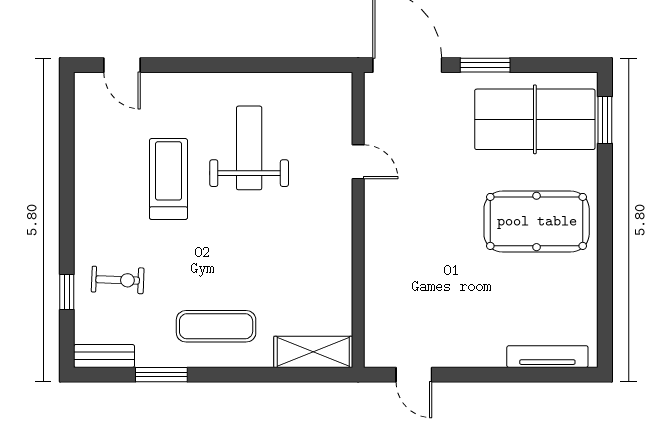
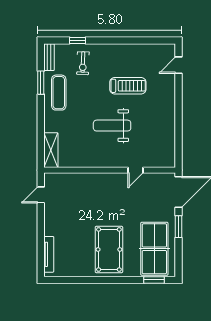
weight bench: (249, 148) -> (112, 126), moved, turned 180
exercise mat: (216, 326) -> (59, 93), moved

